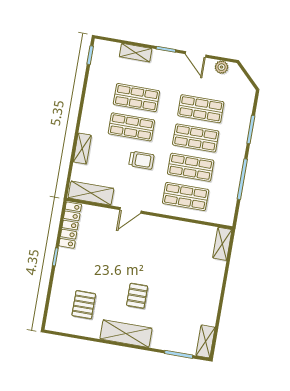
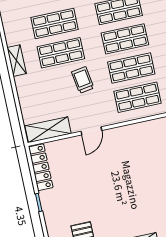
shelving: (82, 149) -> (17, 61), moved
trolley: (141, 160) -> (83, 80), turned -99
pallet: (137, 296) -> (130, 208), removed

